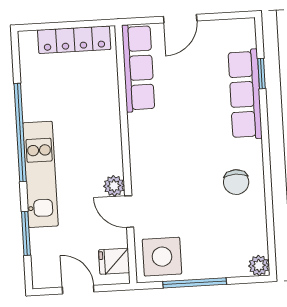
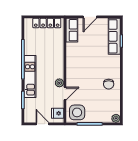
row of seats: (138, 68) -> (72, 30), width x0.68
row of seats: (245, 94) -> (114, 36), moved
door: (129, 212) -> (65, 94), swing flipped

